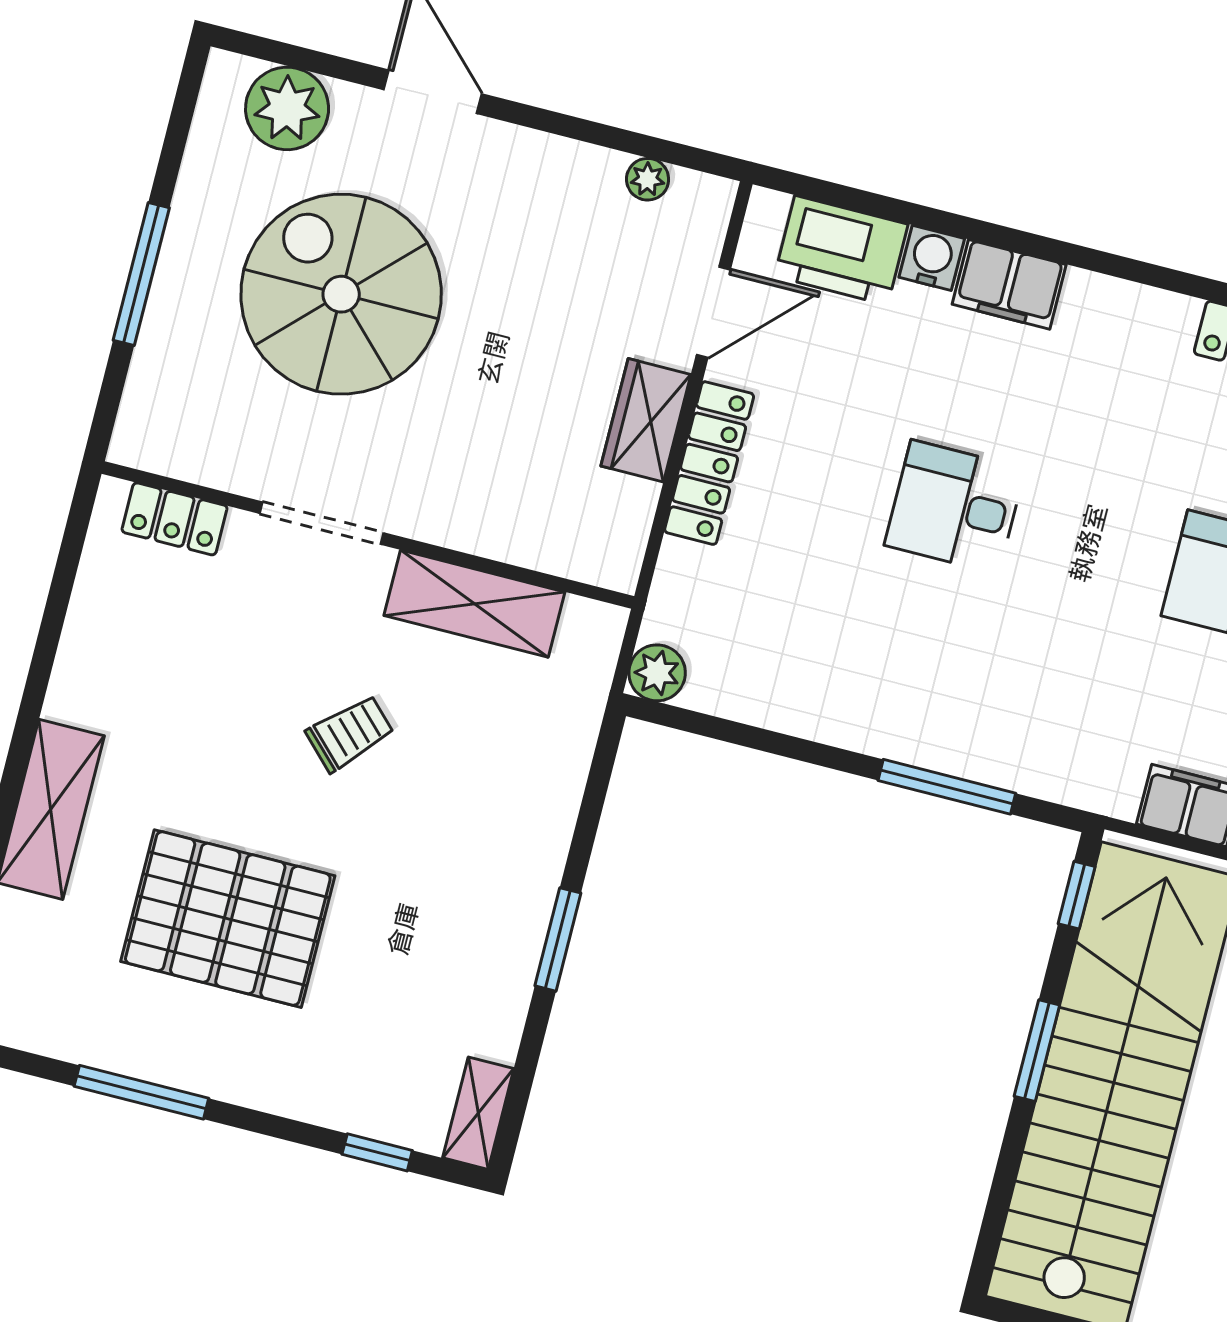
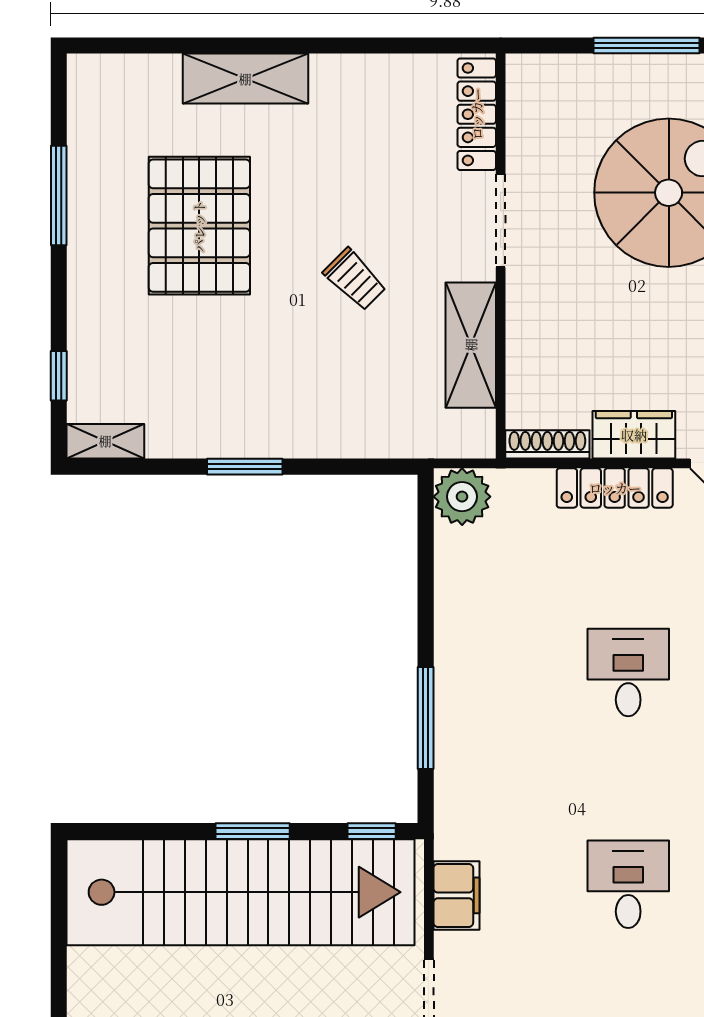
locker: (175, 519) -> (477, 114), width x1.53
shoe rack: (630, 536) -> (547, 444), added
plant: (657, 673) -> (462, 497), width x1.36, depth x1.36

